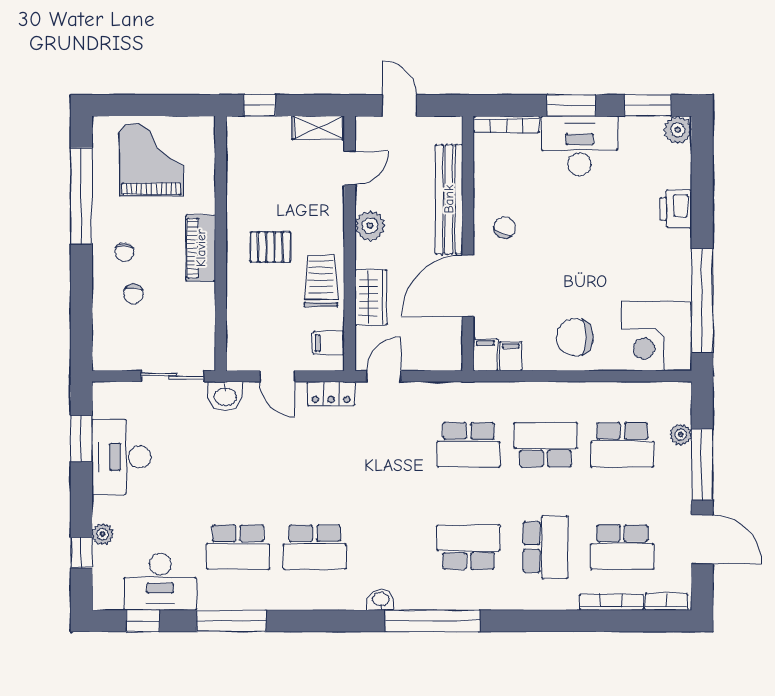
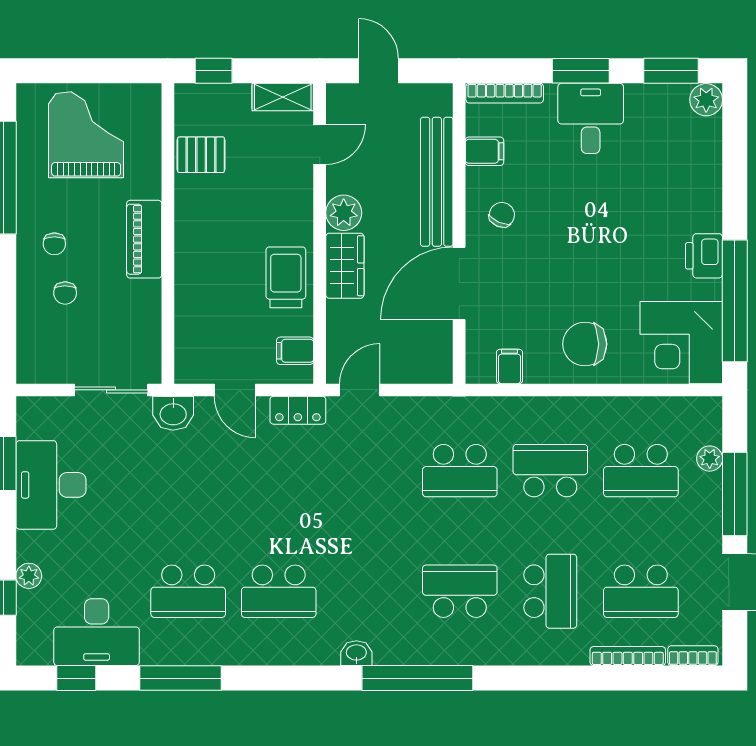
desk: (580, 146) -> (591, 118), width x0.73
printer: (676, 209) -> (704, 256), moved
pallet: (270, 247) -> (201, 155), moved
wardrobe: (371, 297) -> (345, 266), moved
filing cabinet: (485, 355) -> (484, 151), moved, turned 90

